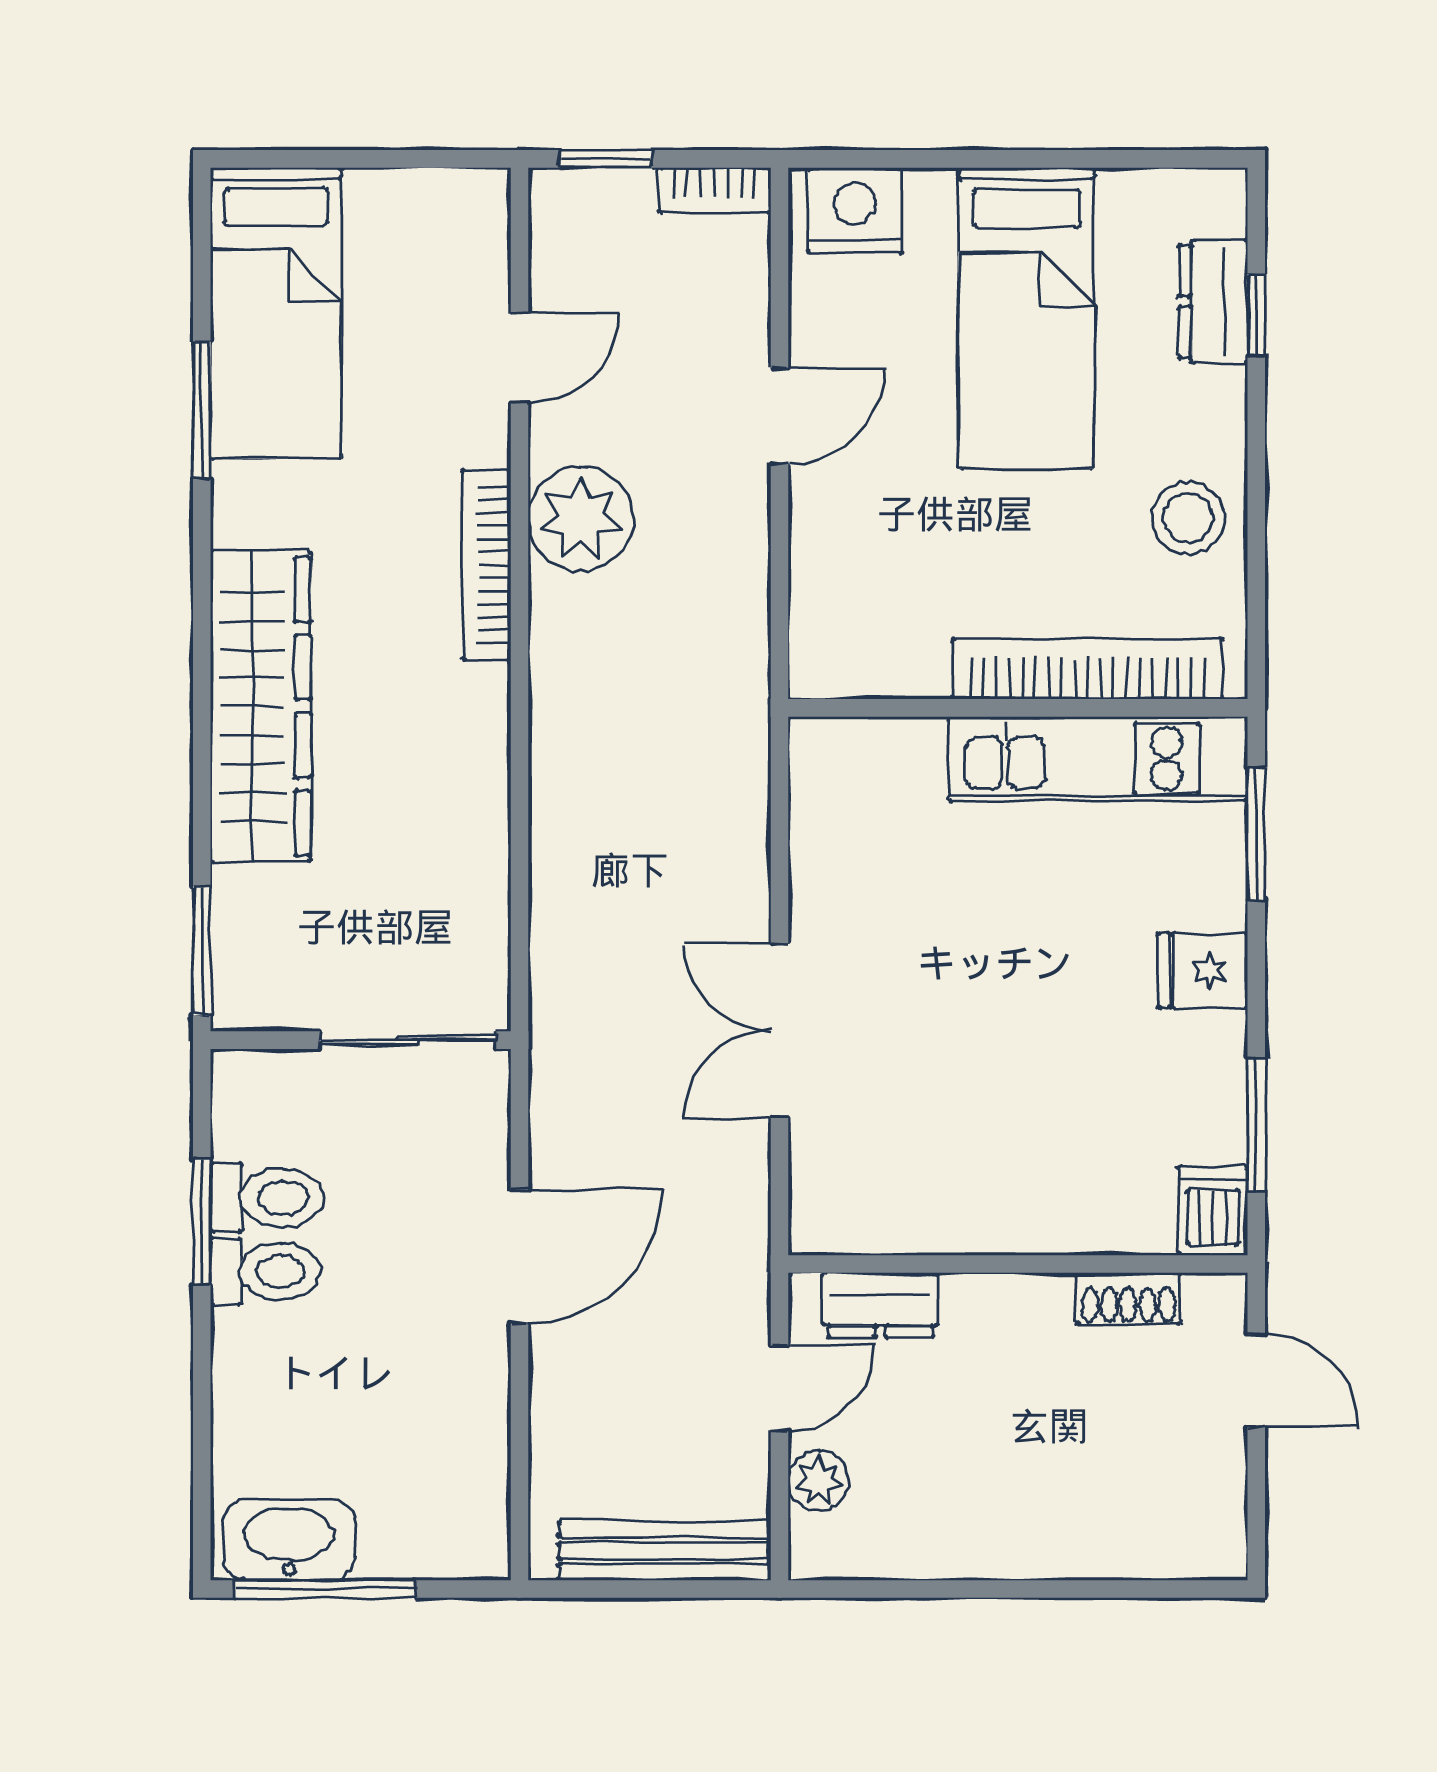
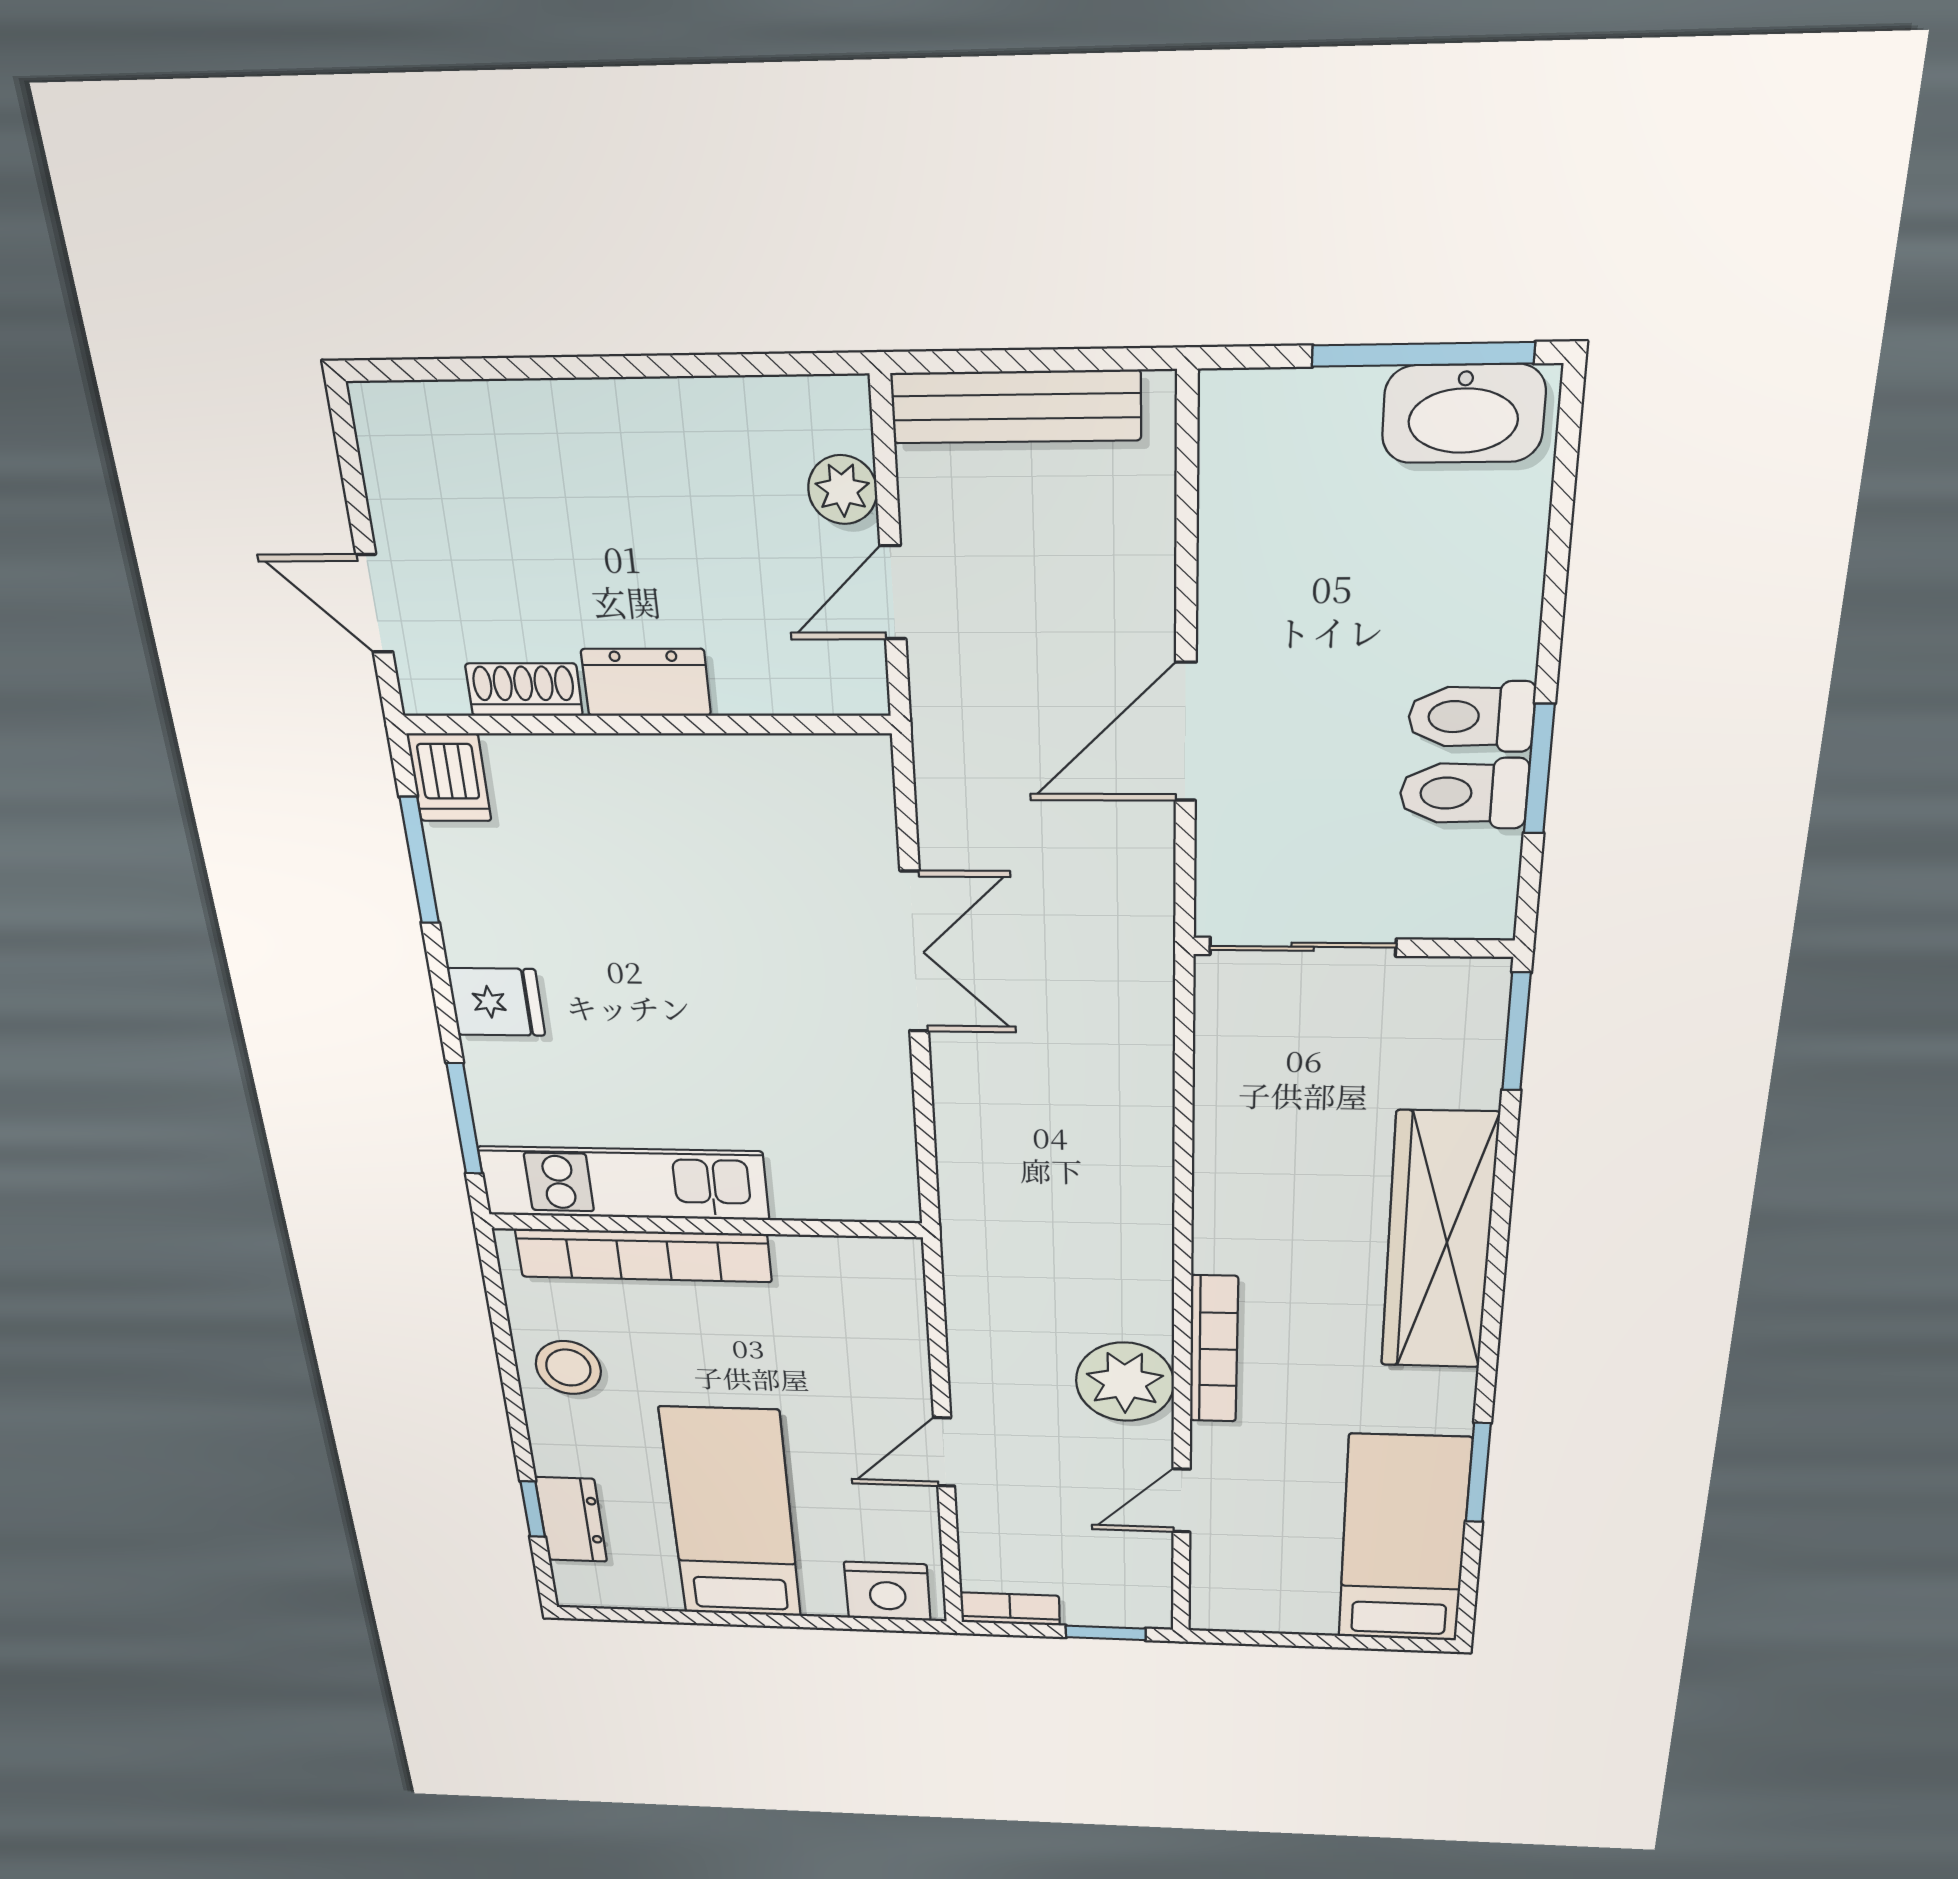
dresser: (880, 1305) -> (646, 682), moved

